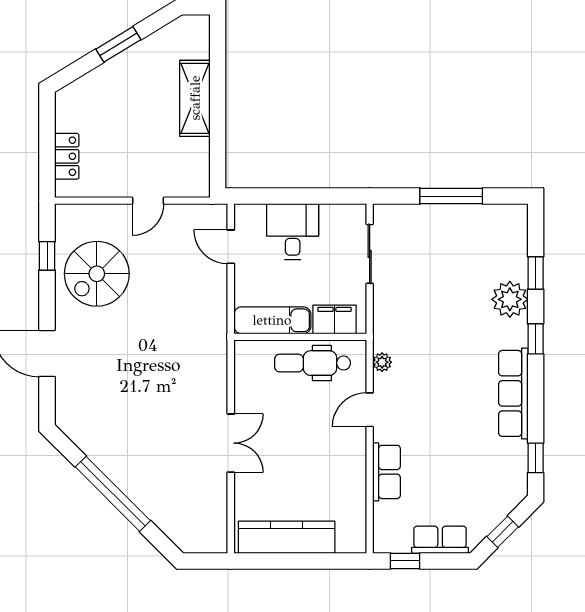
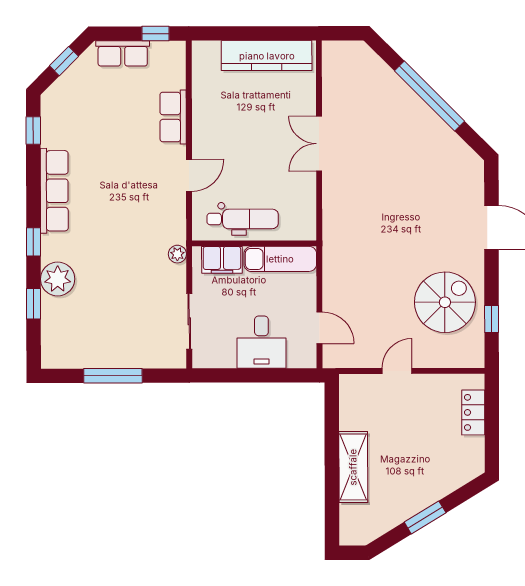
plant: (382, 362) -> (177, 254), moved

